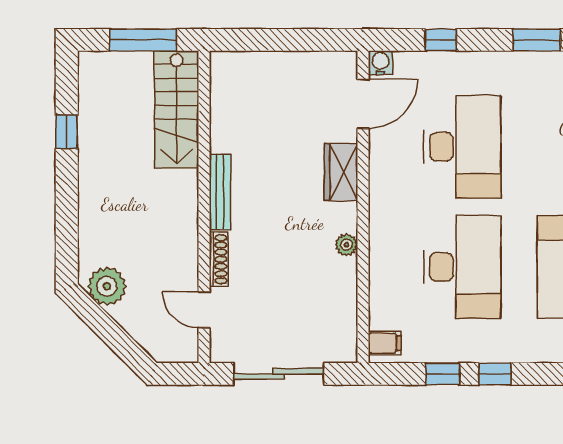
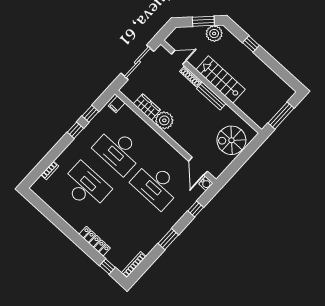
spiral stairs: (265, 87) -> (231, 140), added
stairs: (177, 110) -> (221, 80), moved
window: (67, 132) -> (251, 44), moved
wardrobe: (341, 172) -> (147, 107), moved
plant: (346, 245) -> (164, 120), width x1.88, depth x1.88
window: (103, 324) -> (203, 21), added

